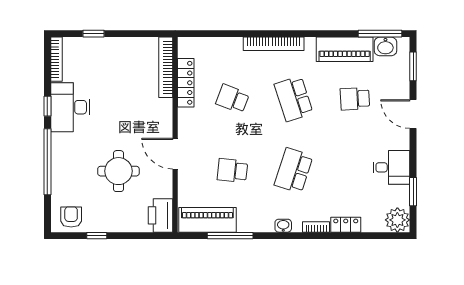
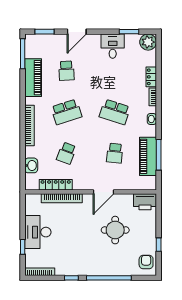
washbasin: (385, 46) -> (31, 165), moved
bookcase: (166, 67) -> (62, 198), moved
desk: (70, 107) -> (38, 232), moved, turned 90
armchair: (71, 217) -> (146, 262), turned 90
piano: (207, 220) -> (148, 156), moved

